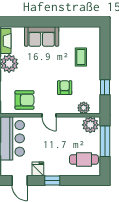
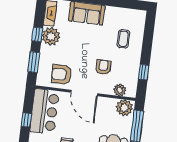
armchair: (24, 100) -> (62, 75), turned 180
door: (49, 115) -> (84, 93), width x1.88

